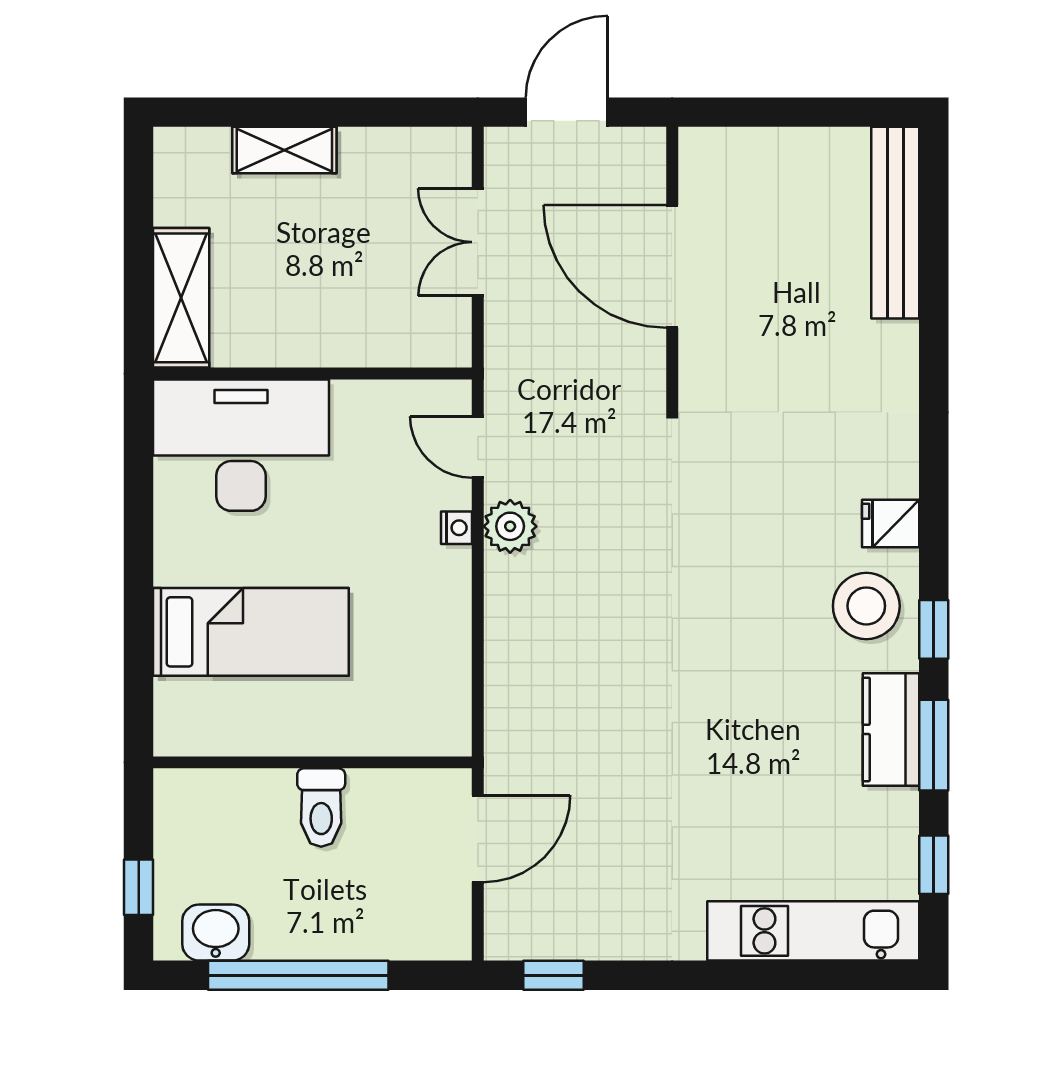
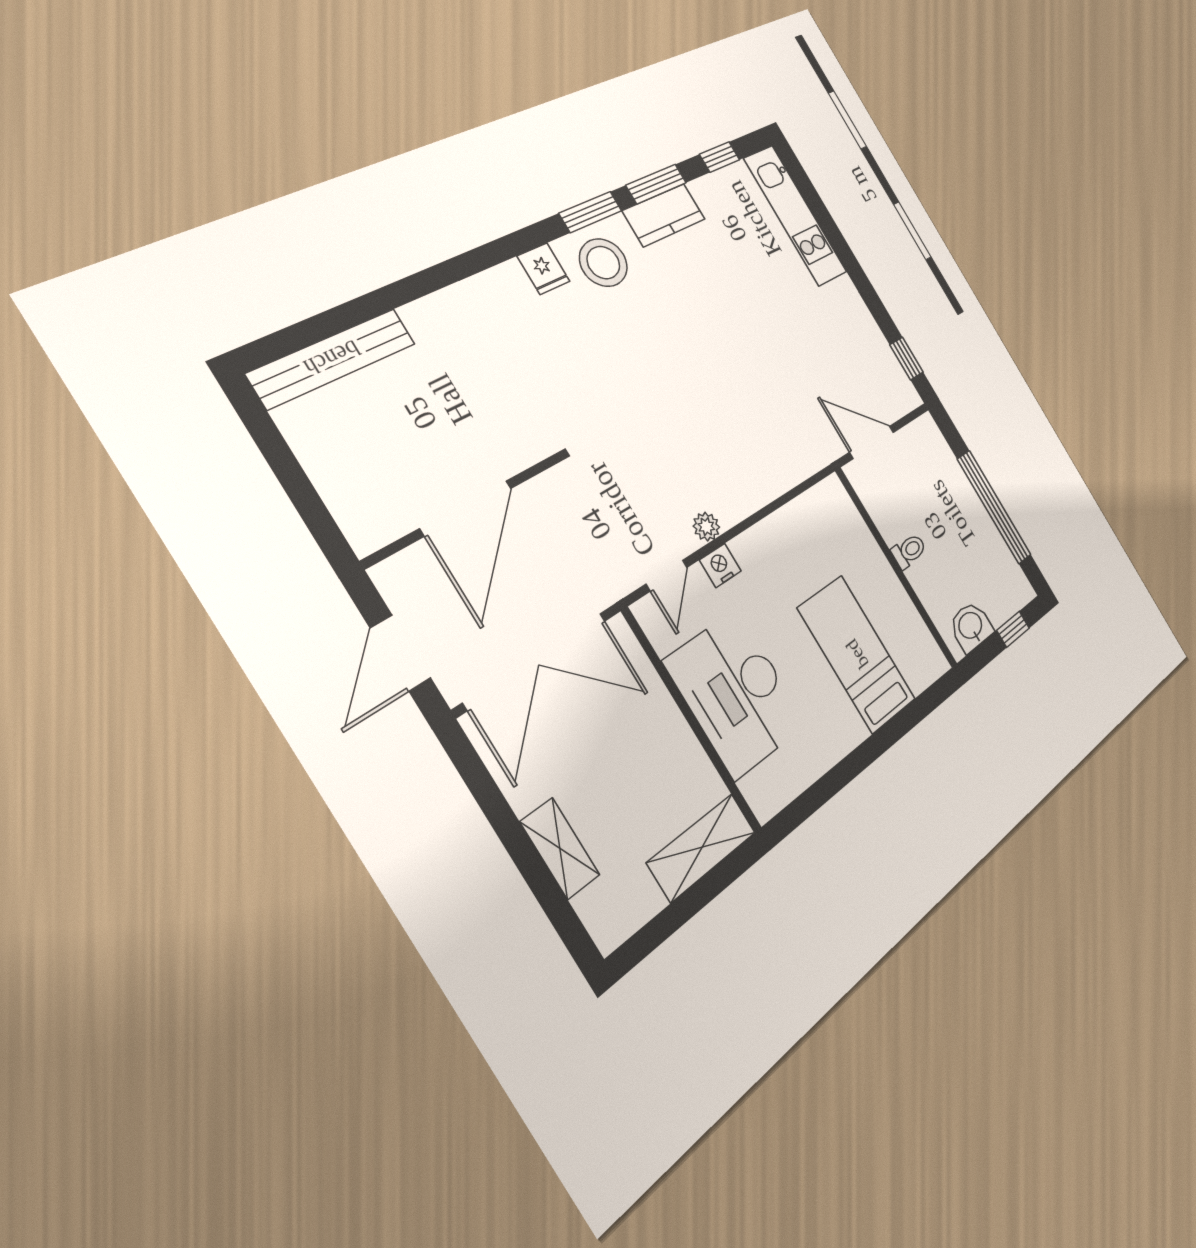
door: (567, 112) -> (400, 653), hinge flipped
double door: (478, 242) -> (536, 661), width x1.87
desk: (241, 445) -> (736, 693), moved
plant: (510, 526) -> (706, 527), width x0.73, depth x0.73
nightstand: (457, 528) -> (720, 565), width x1.39, depth x1.35
window: (934, 629) -> (591, 212), width x1.50
toilet: (321, 808) -> (909, 551), width x0.73, depth x0.72
washbasin: (216, 933) -> (971, 626), moved, turned 90

